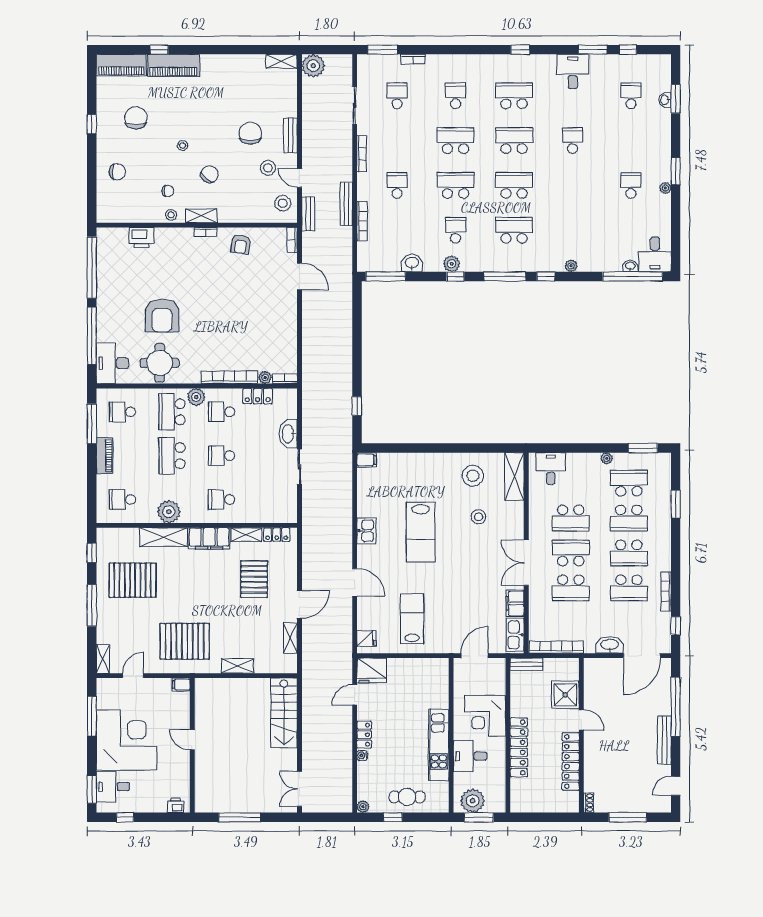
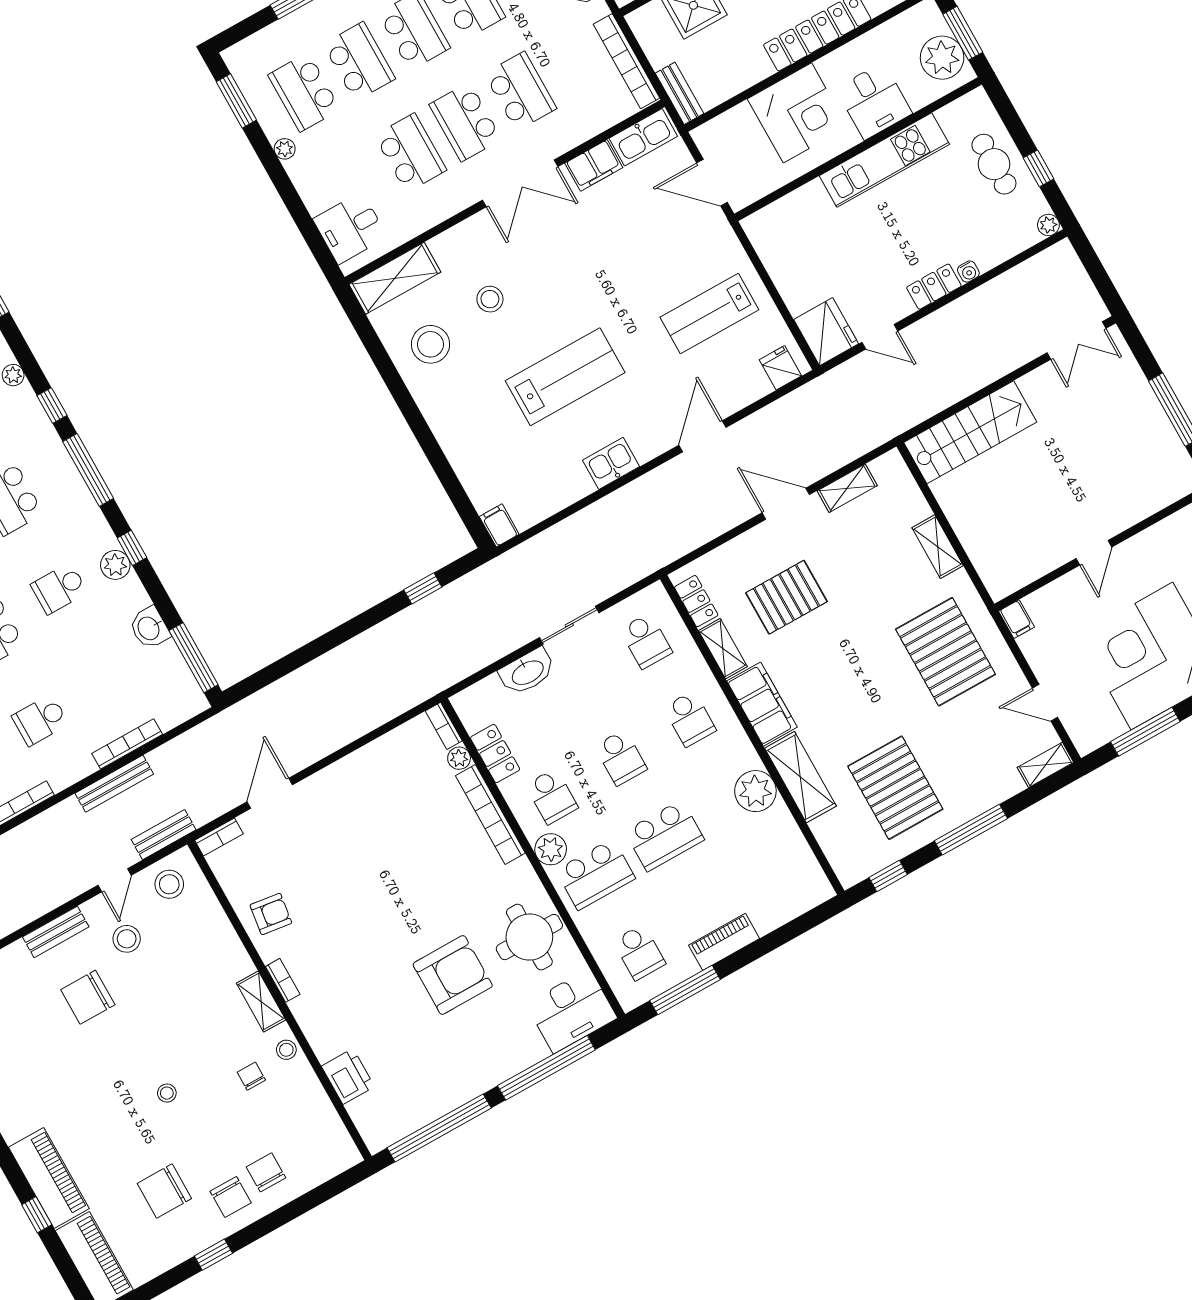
chair: (209, 174) -> (231, 1197), moved, turned -127
school desk: (122, 500) -> (646, 641), moved

